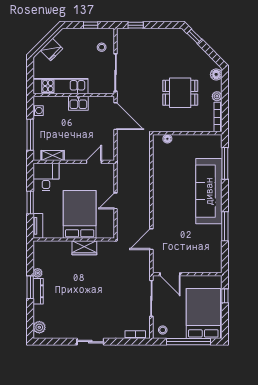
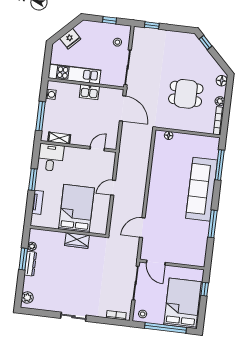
bed: (80, 214) -> (76, 209), moved
wall: (74, 240) -> (68, 231), moved
wardrobe: (84, 248) -> (77, 240), moved

